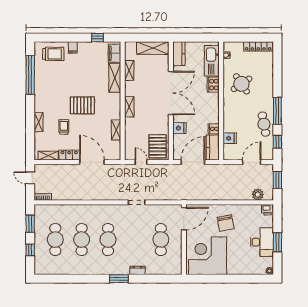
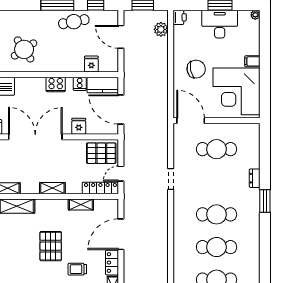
cooker: (213, 85) -> (56, 84), moved
locker: (129, 146) -> (100, 188), added
filing cabinet: (232, 269) -> (252, 61), added

